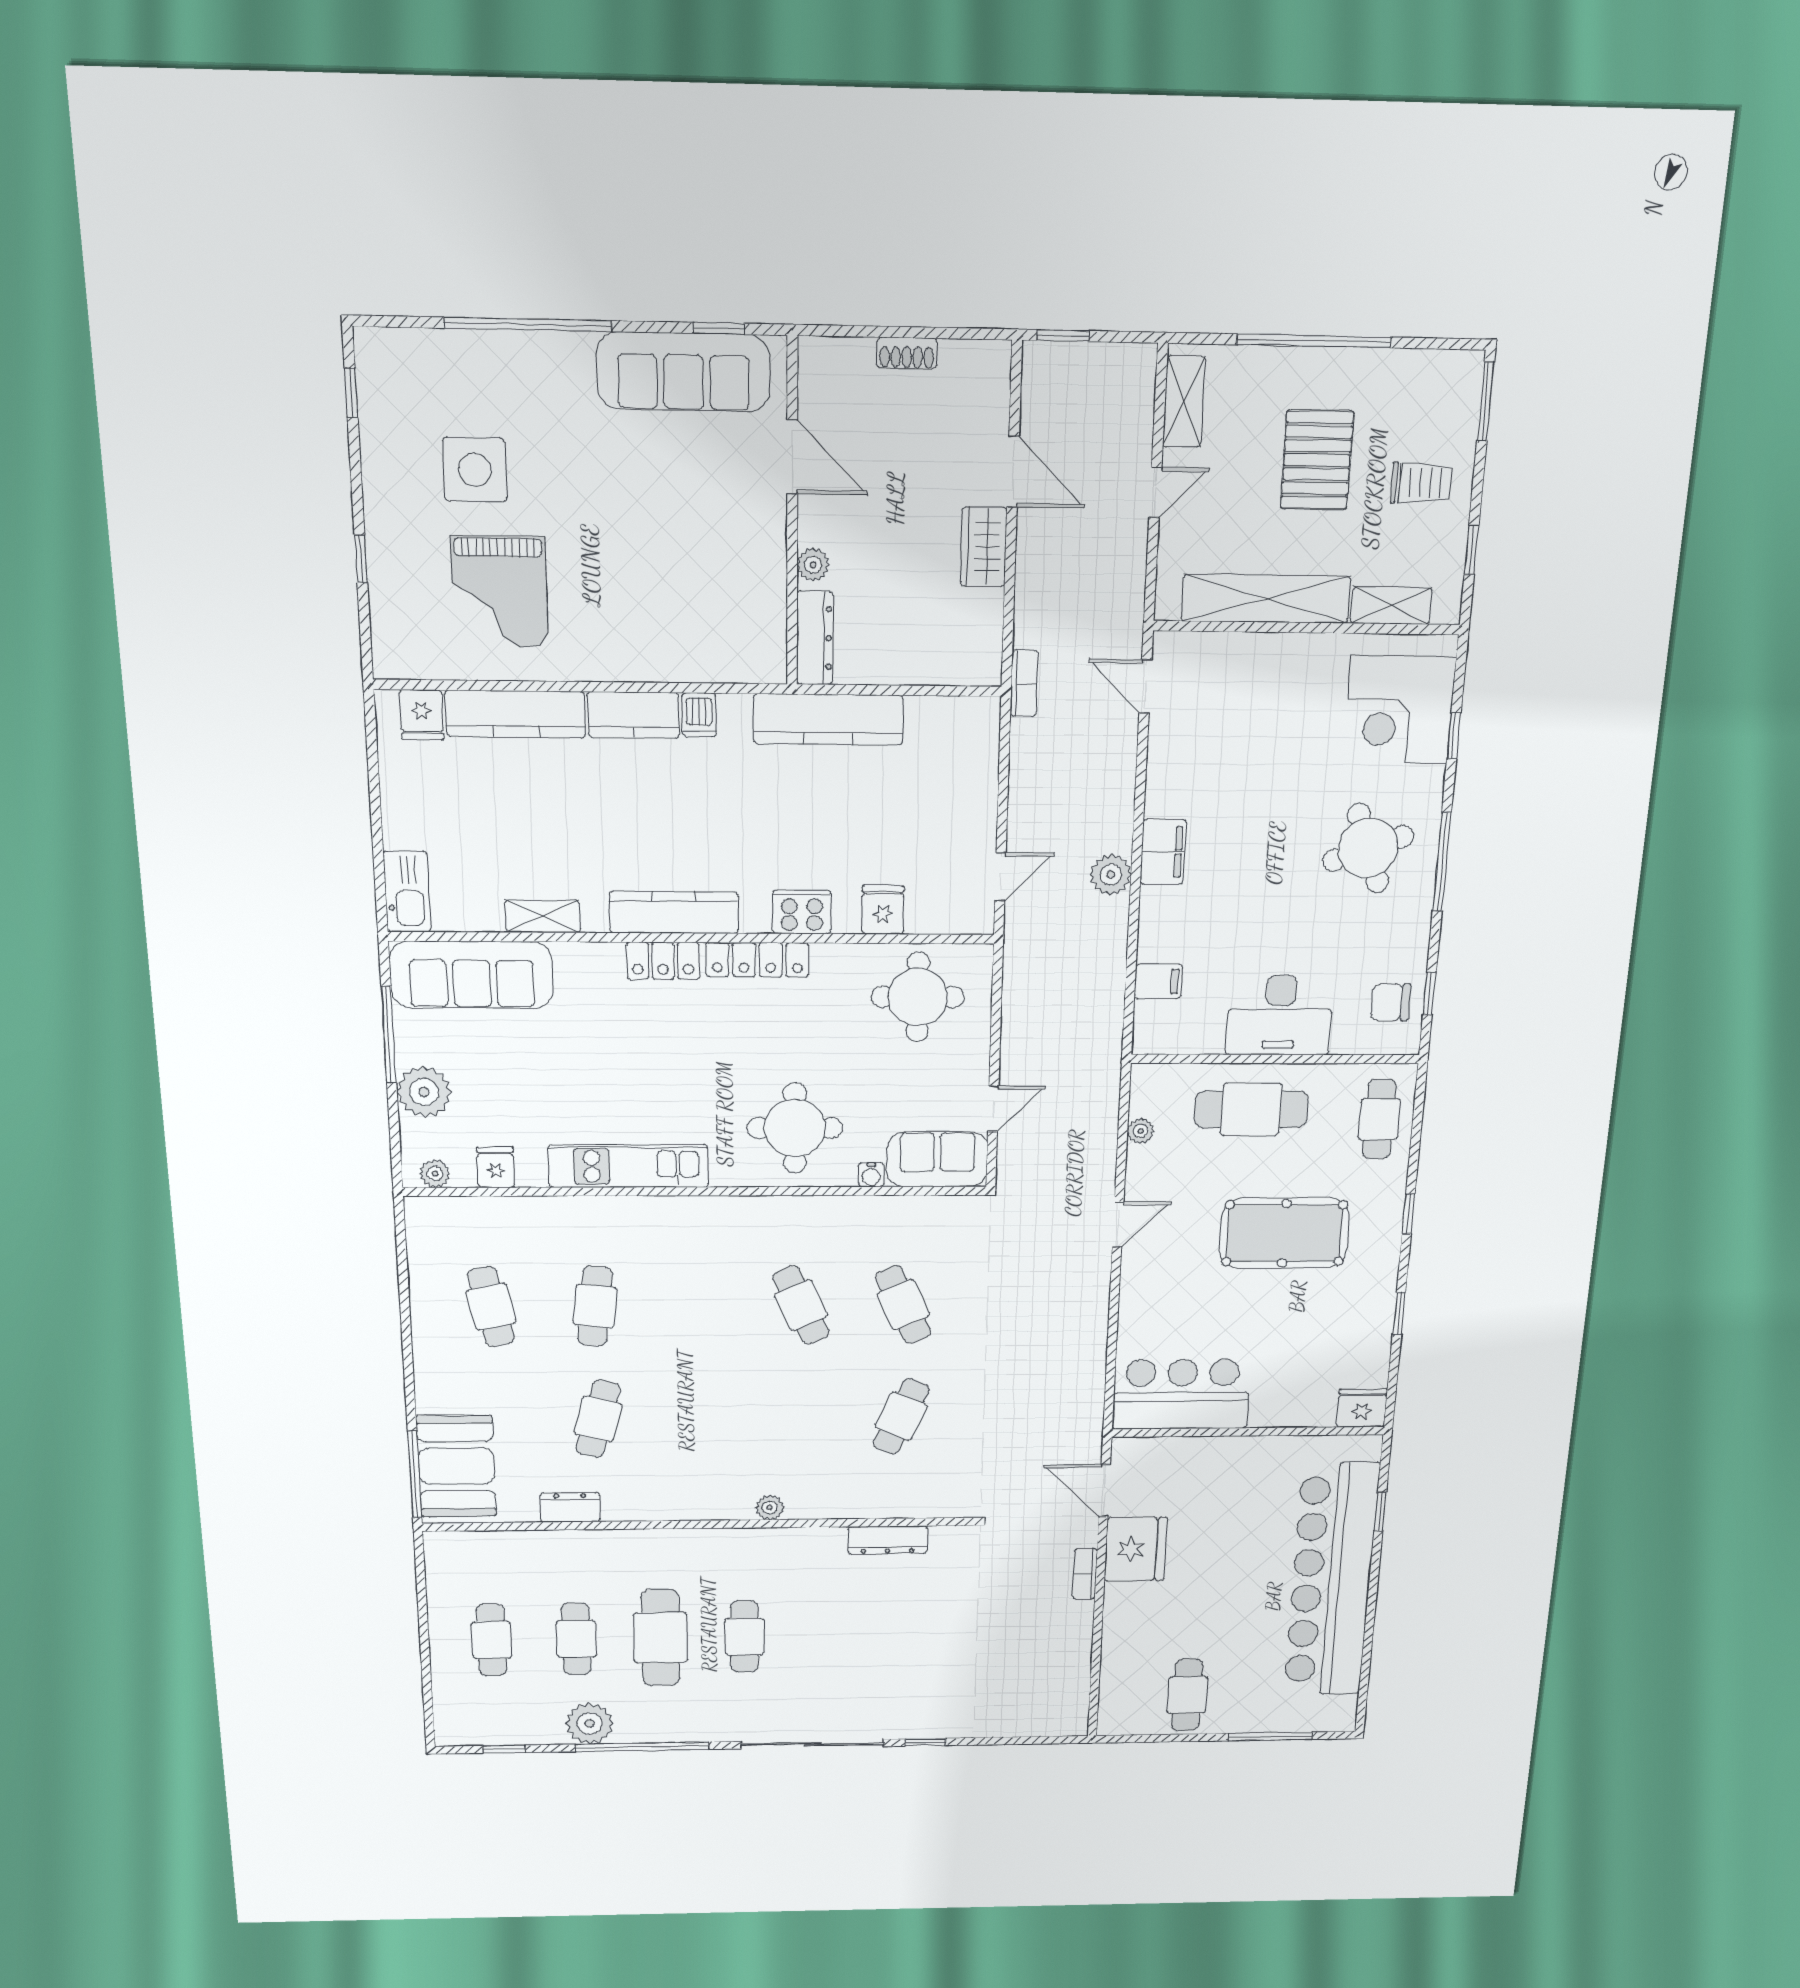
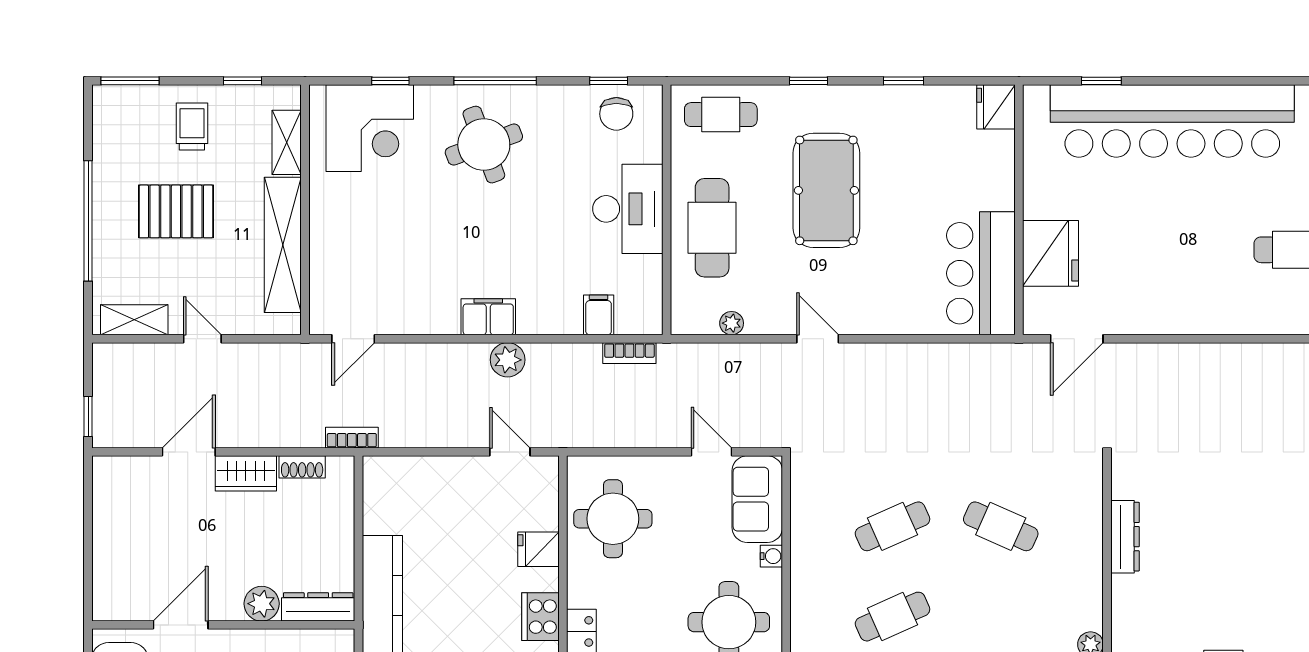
shoe rack: (907, 353) -> (302, 467), moved, turned 90
plant: (813, 565) -> (262, 604), width x1.38, depth x1.38
fridge: (1136, 1549) -> (1051, 253), moved, turned 90
bookcase: (1085, 1574) -> (629, 353), moved

